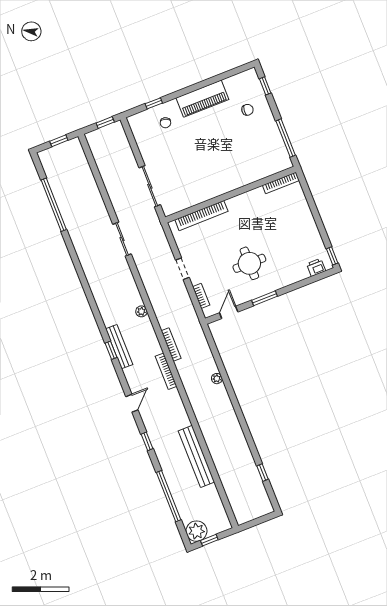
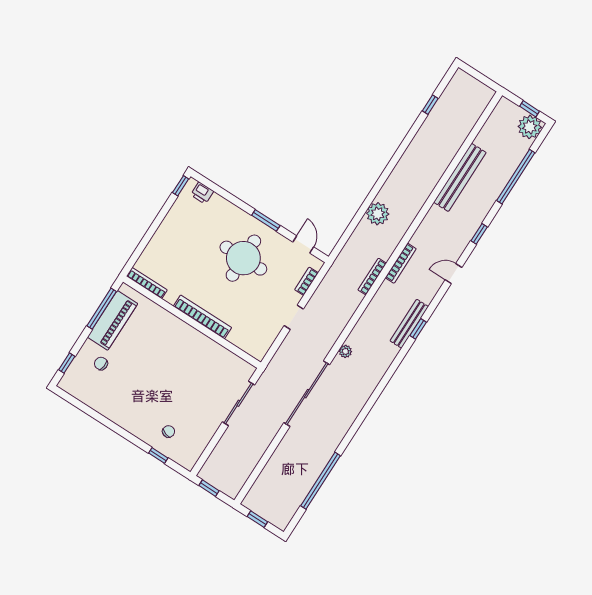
piano: (202, 99) -> (112, 320), moved, turned 90
bookcase: (201, 216) -> (202, 317), moved
sliding door: (122, 239) -> (307, 394), width x1.86
round table: (249, 263) -> (243, 258), width x1.36, depth x1.36
plant: (141, 311) -> (345, 351), moved
door: (229, 312) -> (303, 244), swing flipped
plant: (217, 379) -> (378, 214), width x1.87, depth x1.87

